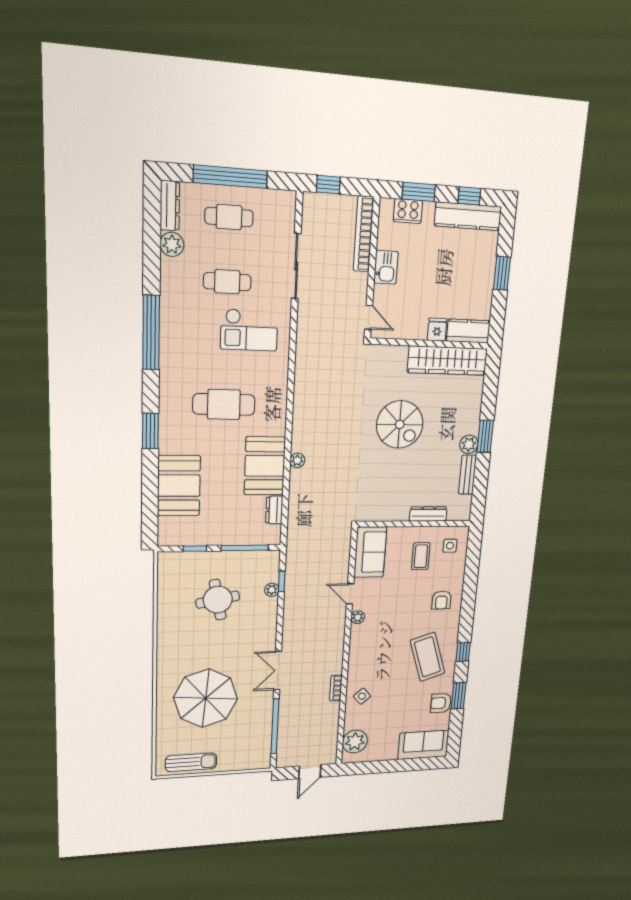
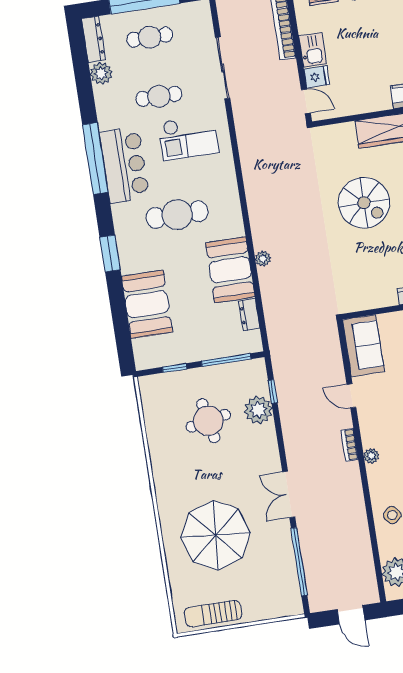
fridge: (437, 330) -> (317, 77), moved, turned 90
bar counter: (180, 345) -> (124, 165), added
plant: (272, 590) -> (258, 410), width x1.87, depth x1.87
plant: (358, 617) -> (371, 456), moved
bookcase: (336, 688) -> (350, 445), moved
sun lounger: (191, 762) -> (213, 614), turned 180
door: (310, 772) -> (351, 615), hinge flipped

